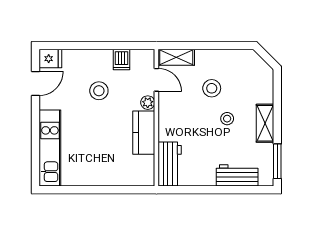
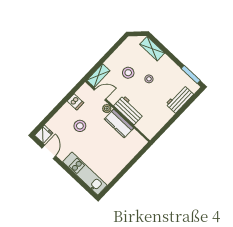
shelving: (265, 123) -> (152, 49), moved
workbench: (170, 164) -> (129, 110), moved

